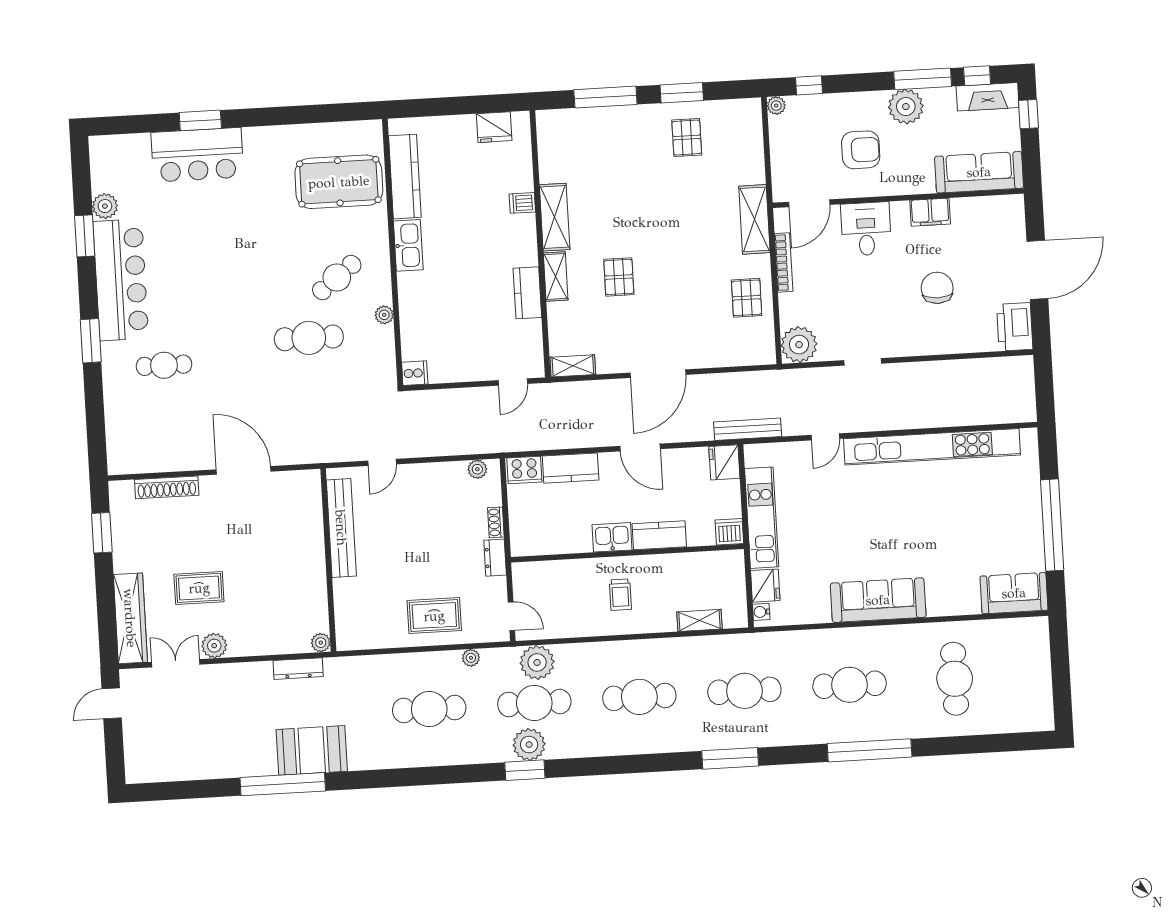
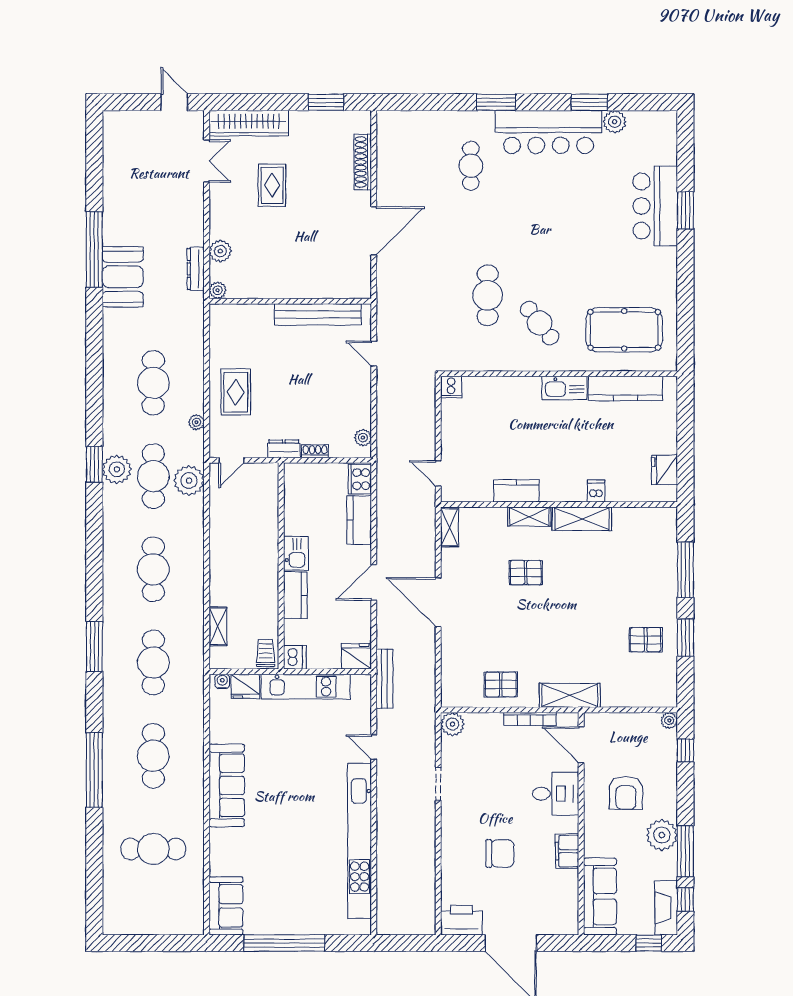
pool table: (339, 182) -> (624, 330), turned 90
plant: (384, 315) -> (504, 363), removed
plant: (799, 345) -> (452, 724), width x0.73, depth x0.73
trolley: (620, 595) -> (266, 653), moved, turned 90
plant: (214, 646) -> (220, 251), moved

